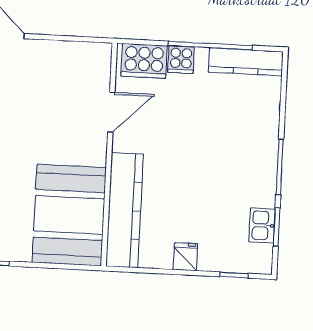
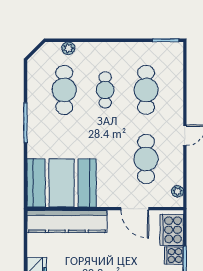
plant: (90, 50) -> (177, 191), added
cafe table: (41, 92) -> (146, 159), added

